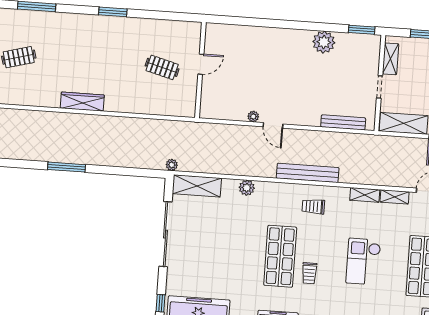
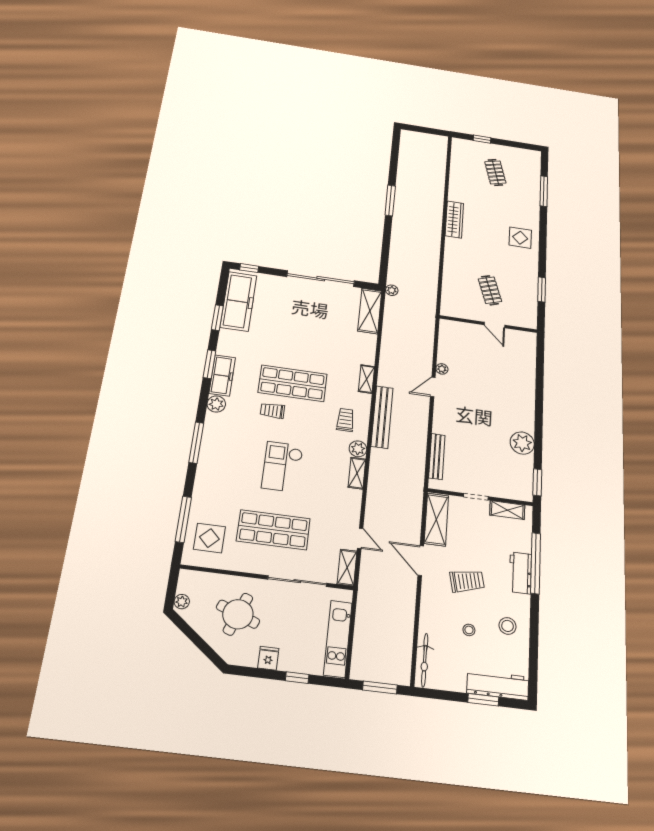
window: (113, 12) -> (542, 289), moved
display table: (97, 34) -> (520, 238), added
clothes rail: (162, 67) -> (490, 290), turned -33
plant: (247, 188) -> (358, 449), moved
shelving: (395, 197) -> (366, 379), moved
checkout: (363, 262) -> (282, 467), turned -90

